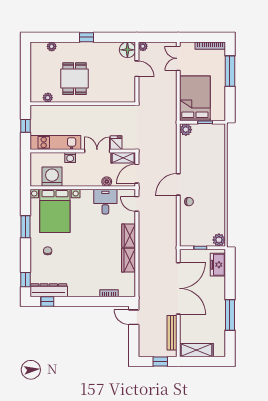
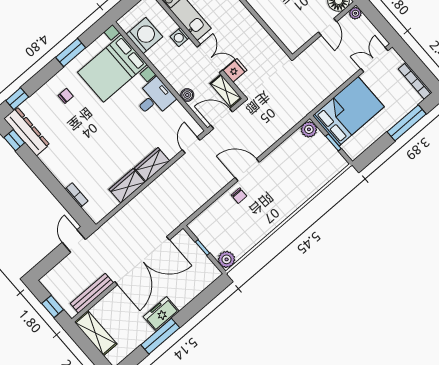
desk: (105, 202) -> (154, 98), moved
freezer: (218, 265) -> (161, 314), moved

